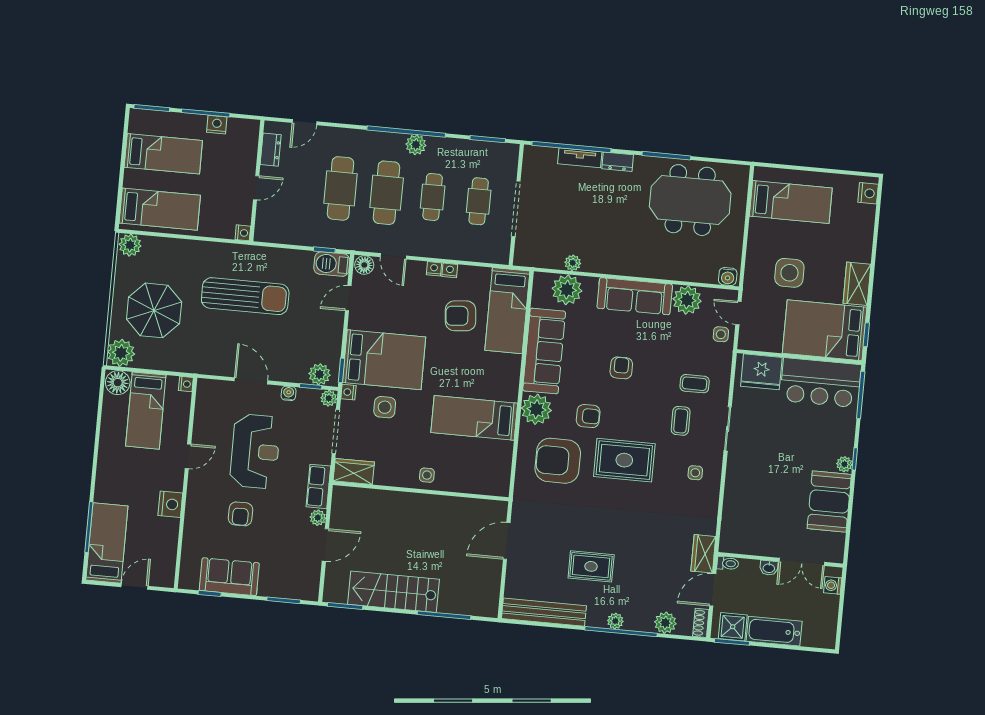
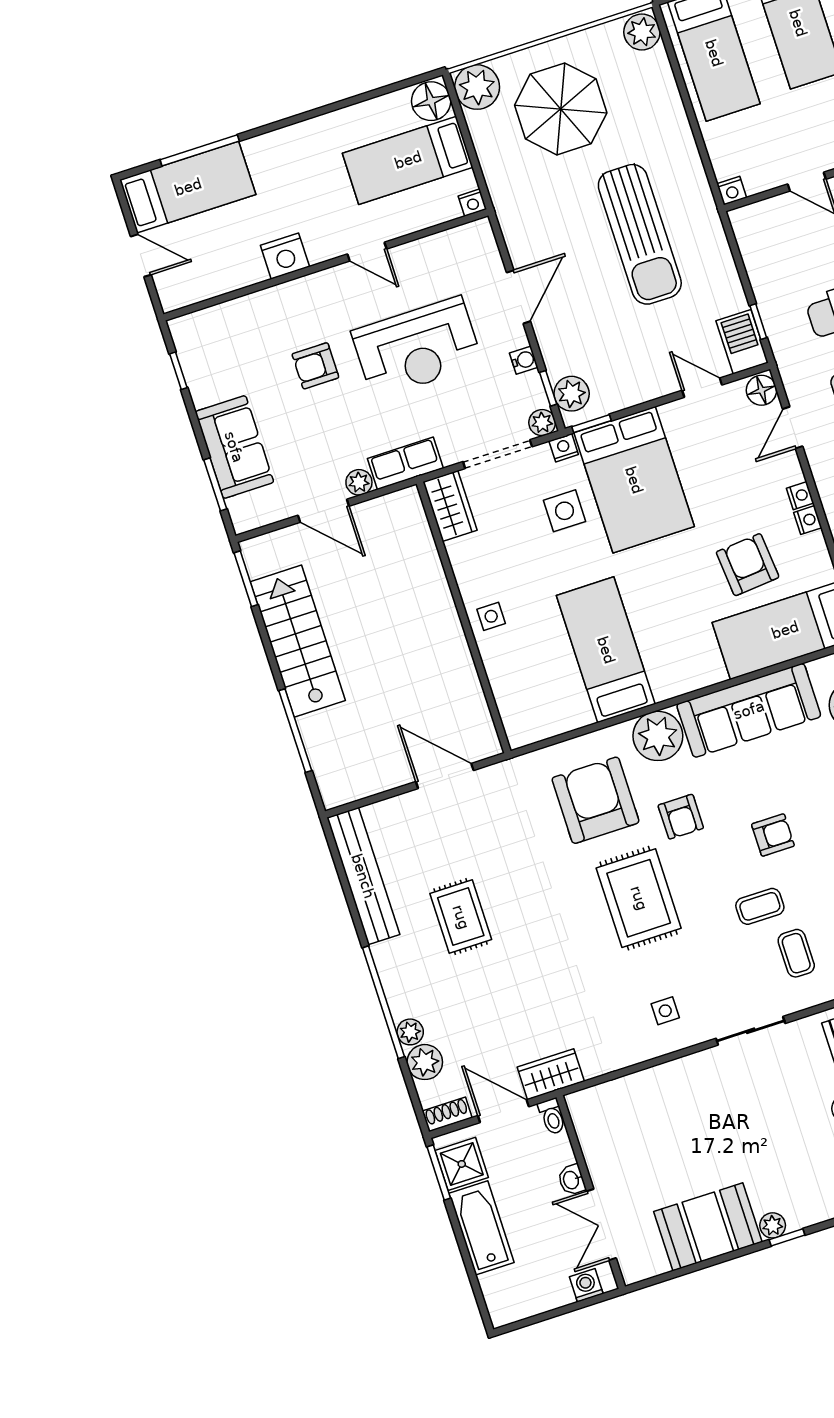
coffee table: (681, 421) -> (760, 906), moved
sofa: (229, 577) -> (234, 447), moved
plant: (615, 621) -> (410, 1032), moved

